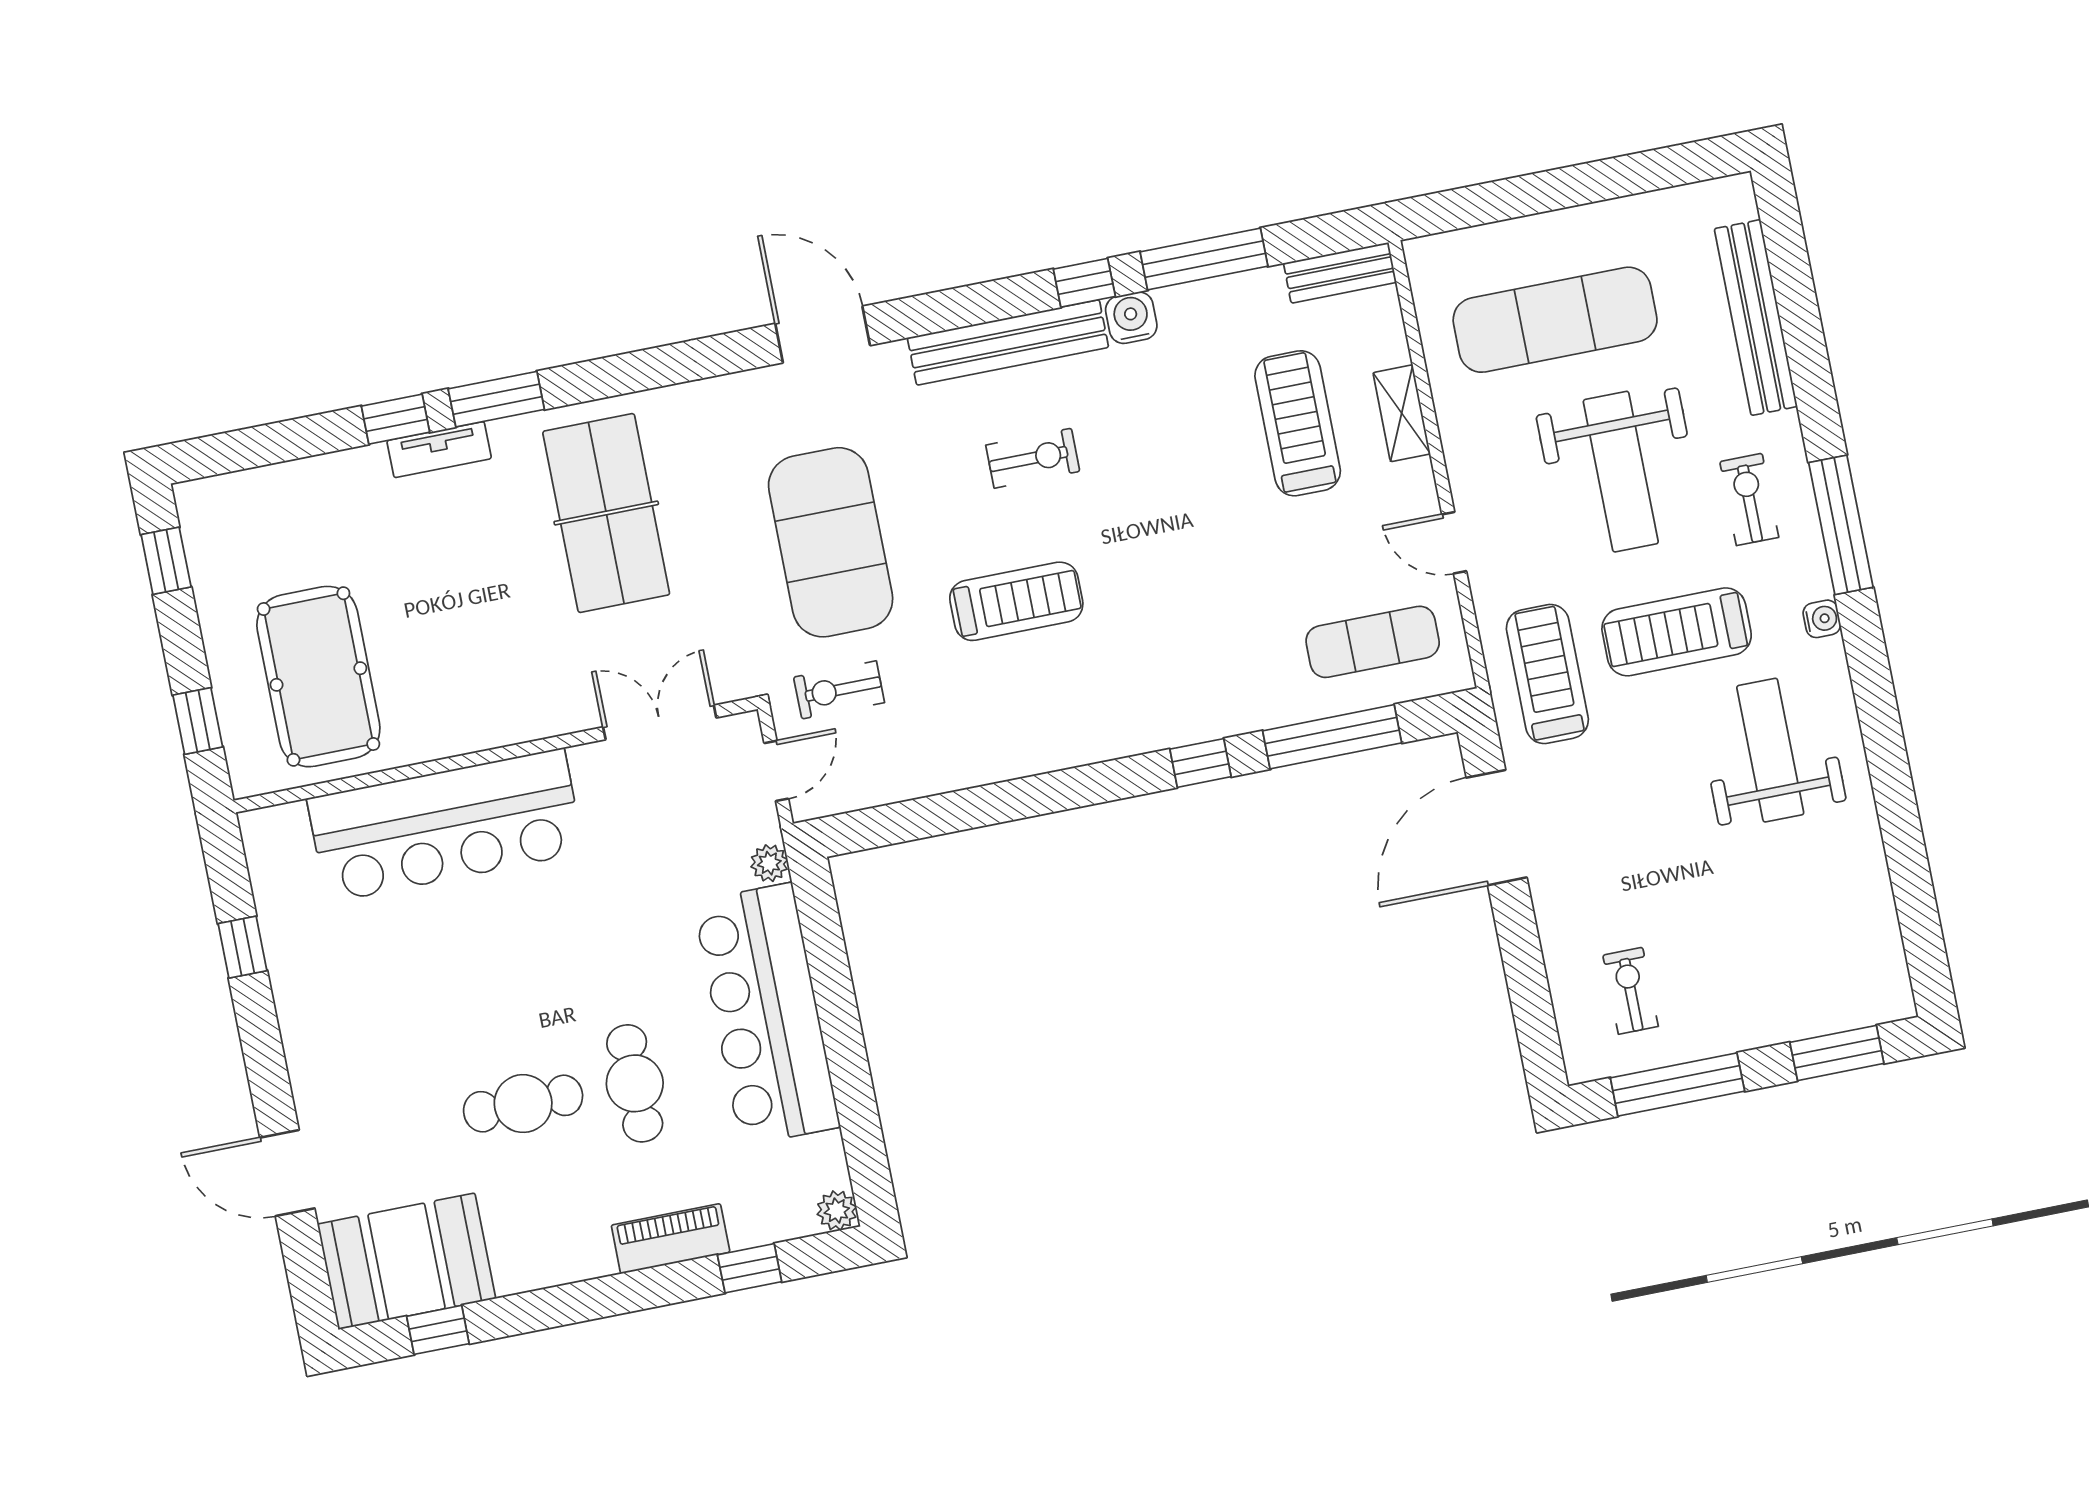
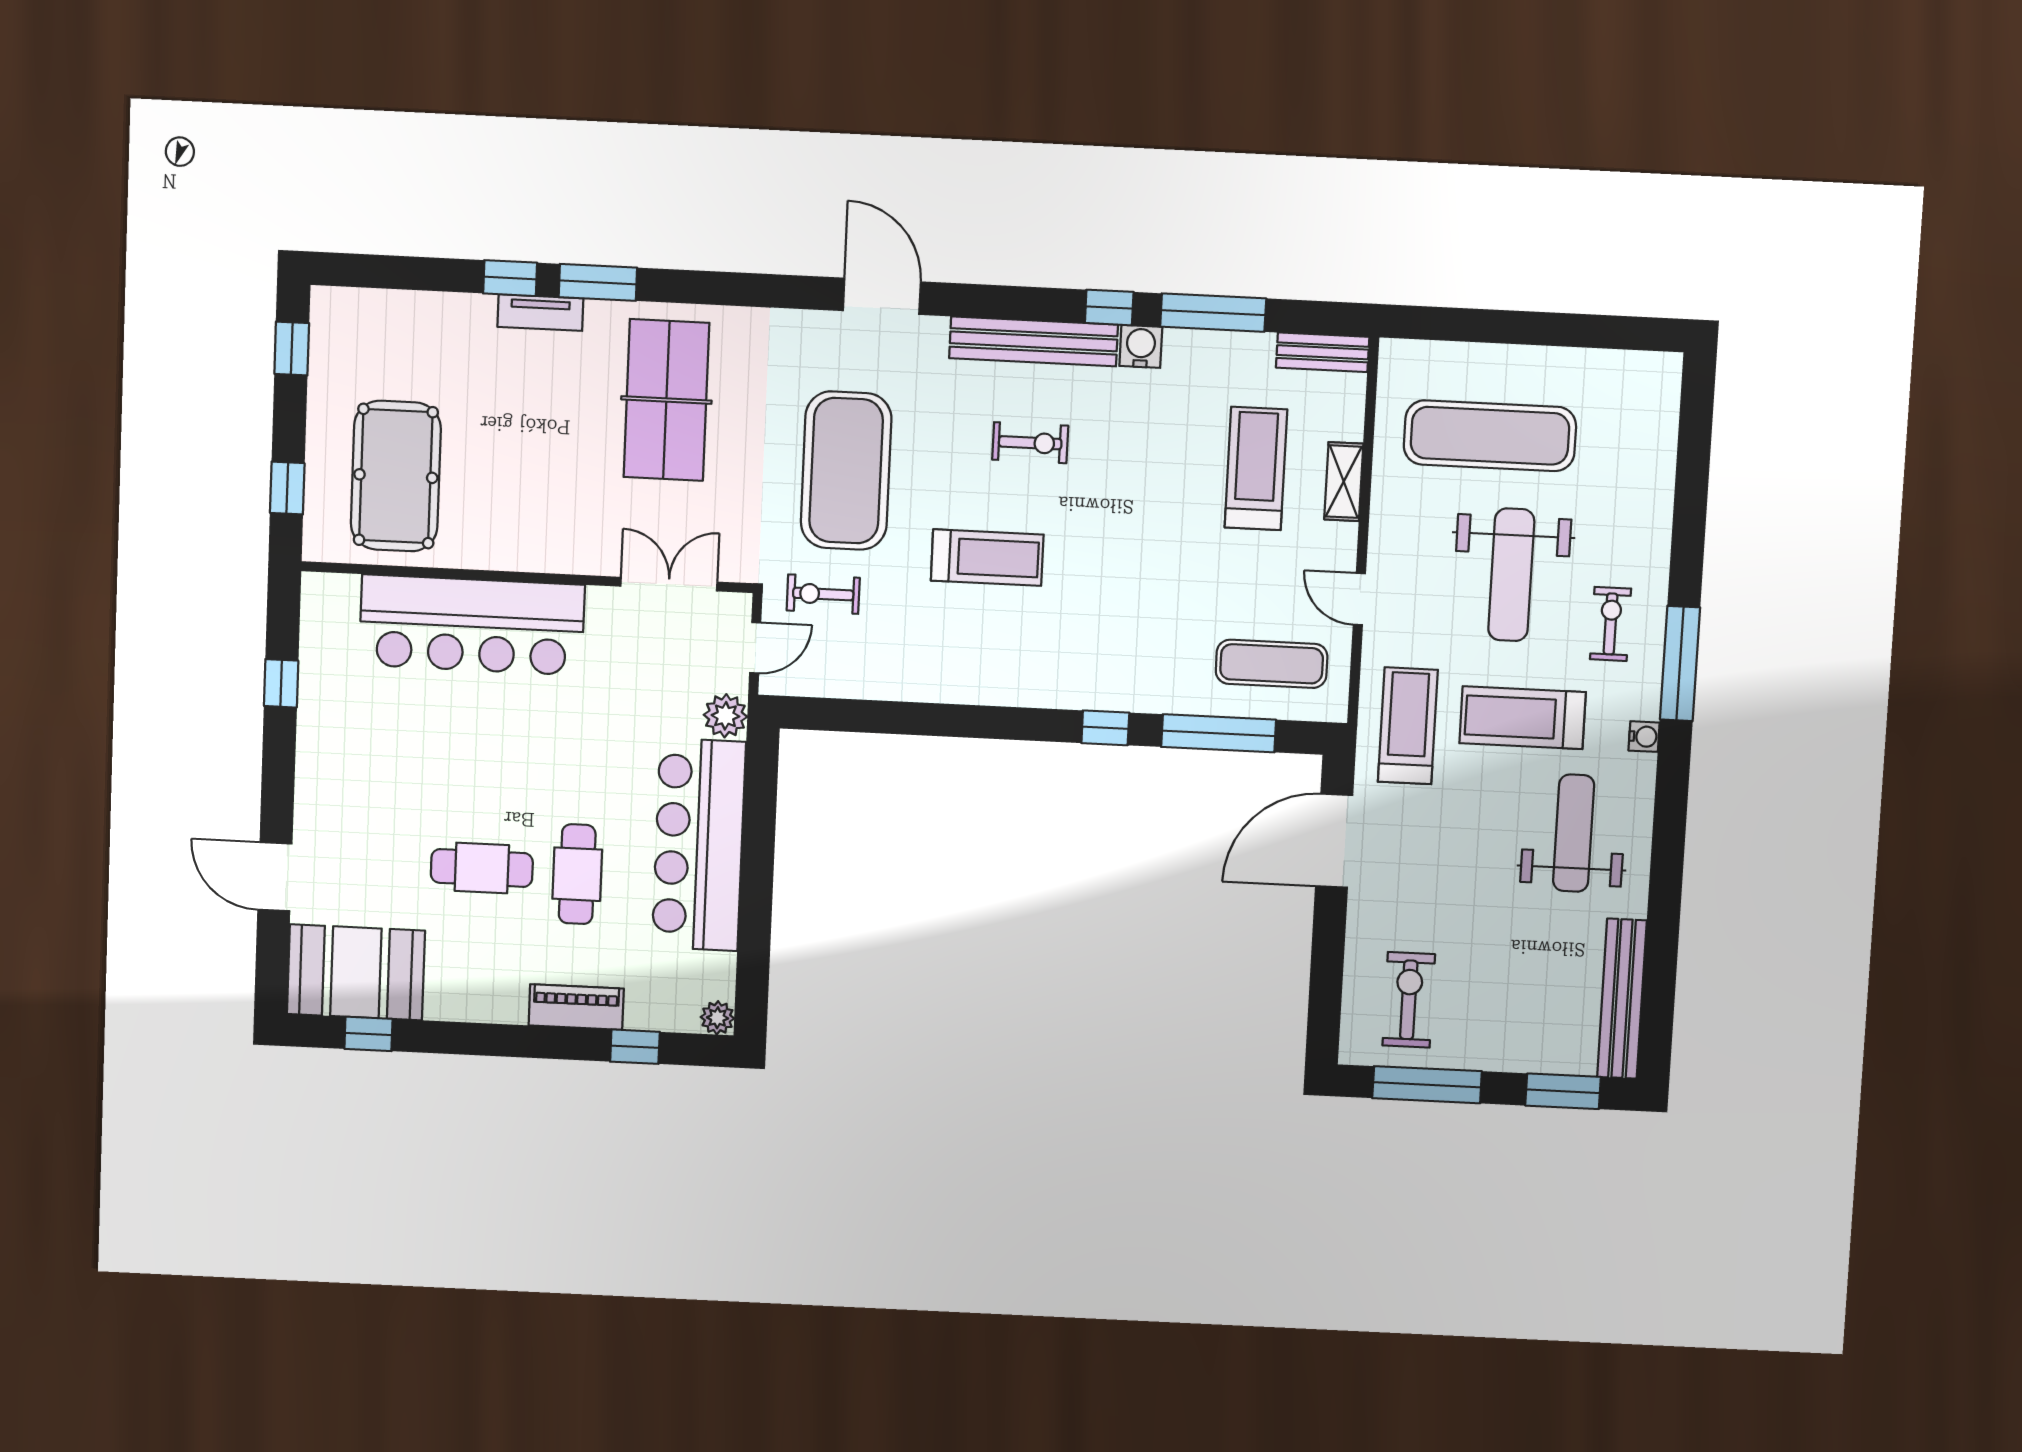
bench: (1756, 318) -> (1622, 999), moved
plant: (769, 863) -> (725, 716), width x1.38, depth x1.38
exercise bike: (1631, 991) -> (1409, 1000), width x1.38, depth x1.39

